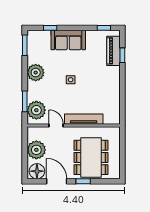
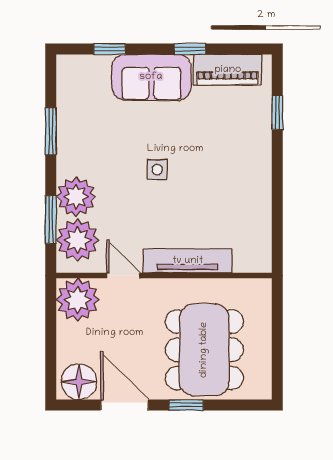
window: (104, 28) -> (190, 49), moved
window: (25, 45) -> (51, 131), moved
piano: (114, 51) -> (228, 70), moved, turned -90
plant: (36, 73) -> (76, 197), moved
plant: (36, 150) -> (78, 300), moved

